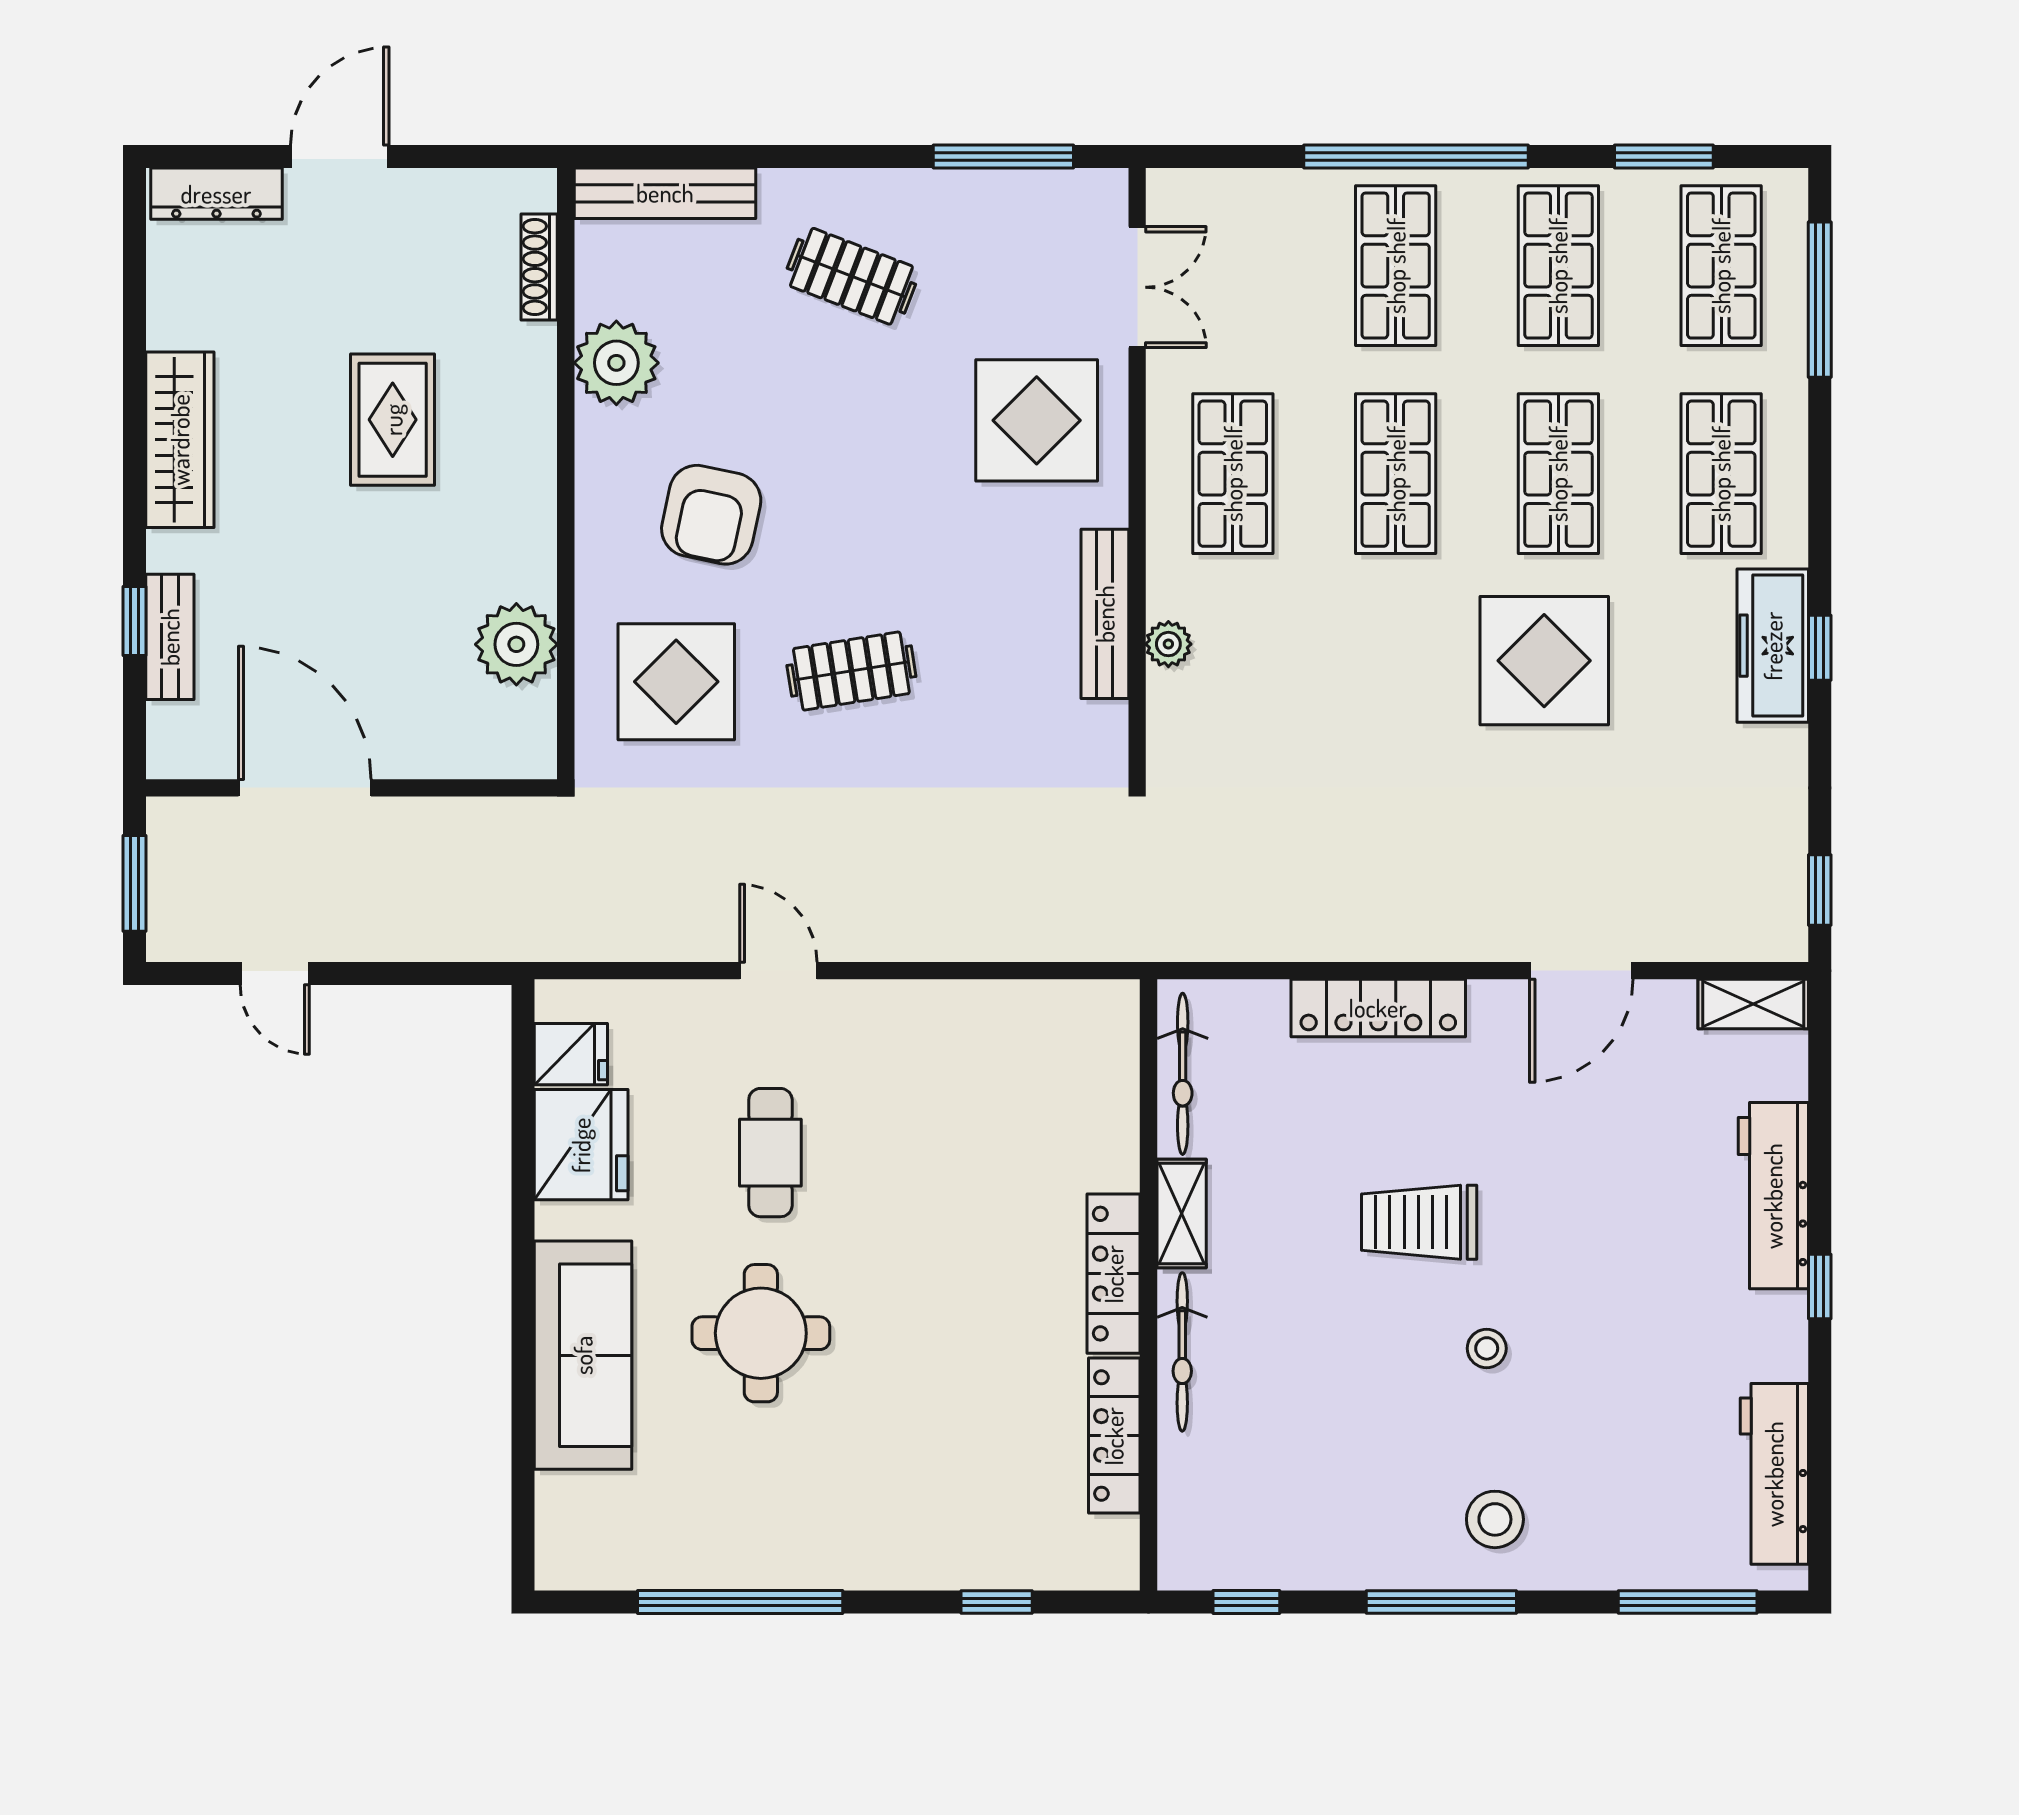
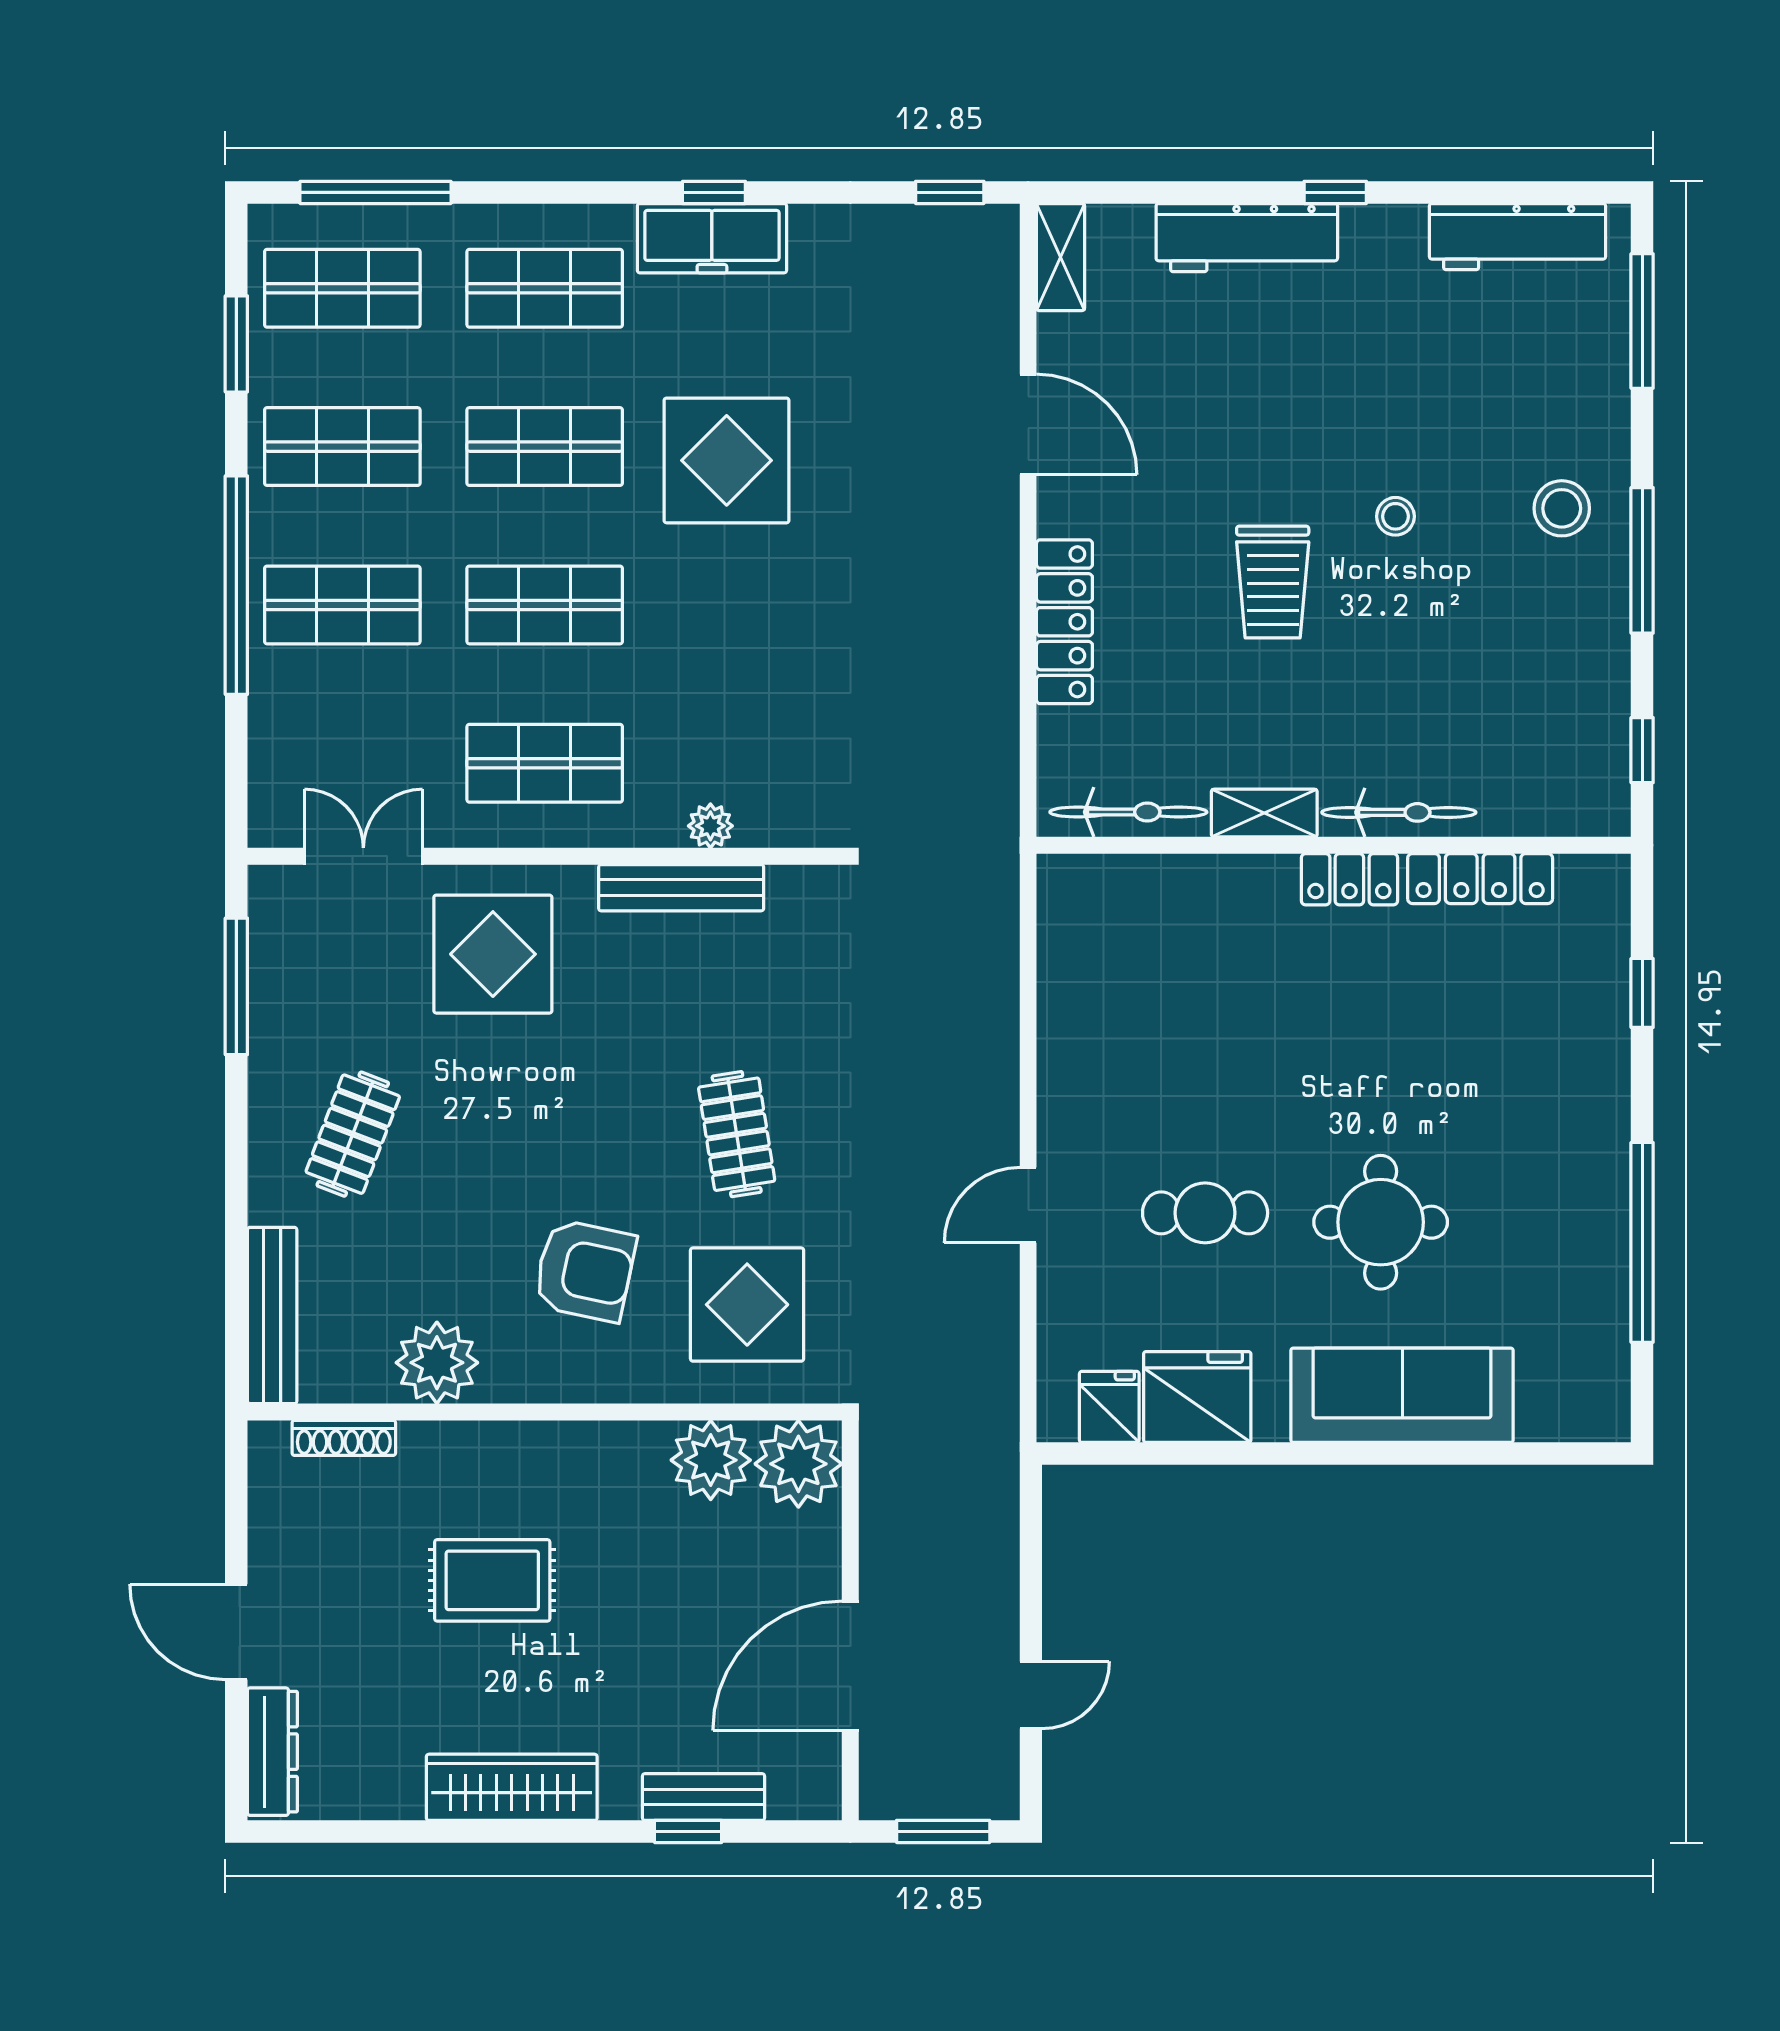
plant: (512, 735) -> (798, 1464), added
locker: (1114, 1274) -> (1349, 879), width x0.66

